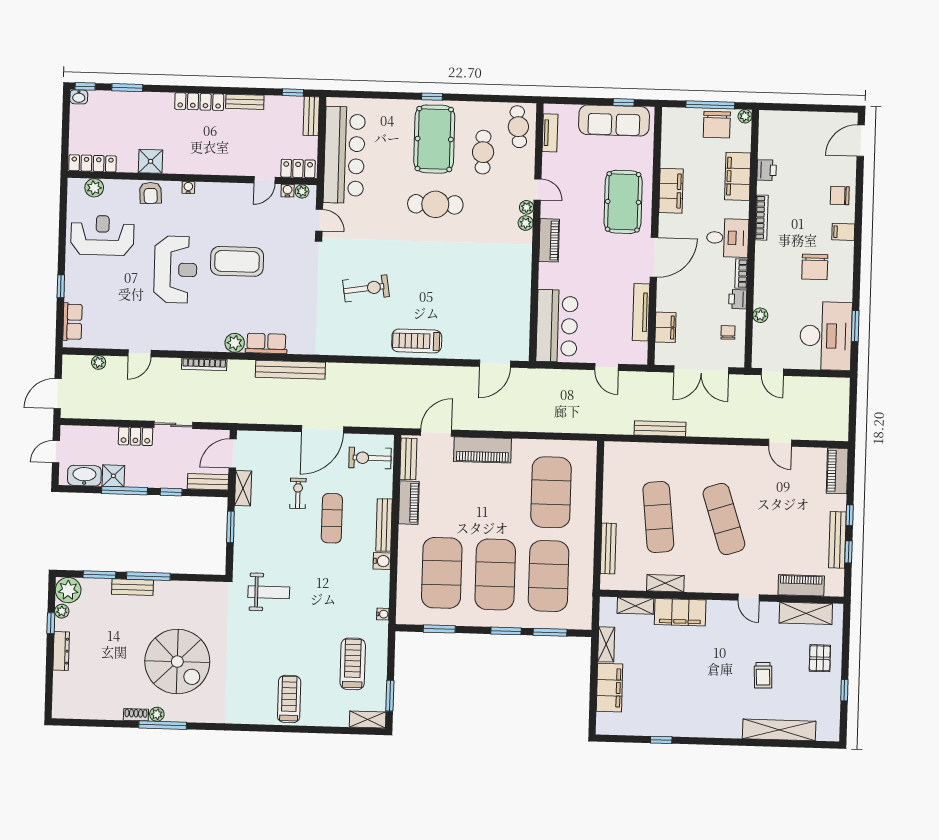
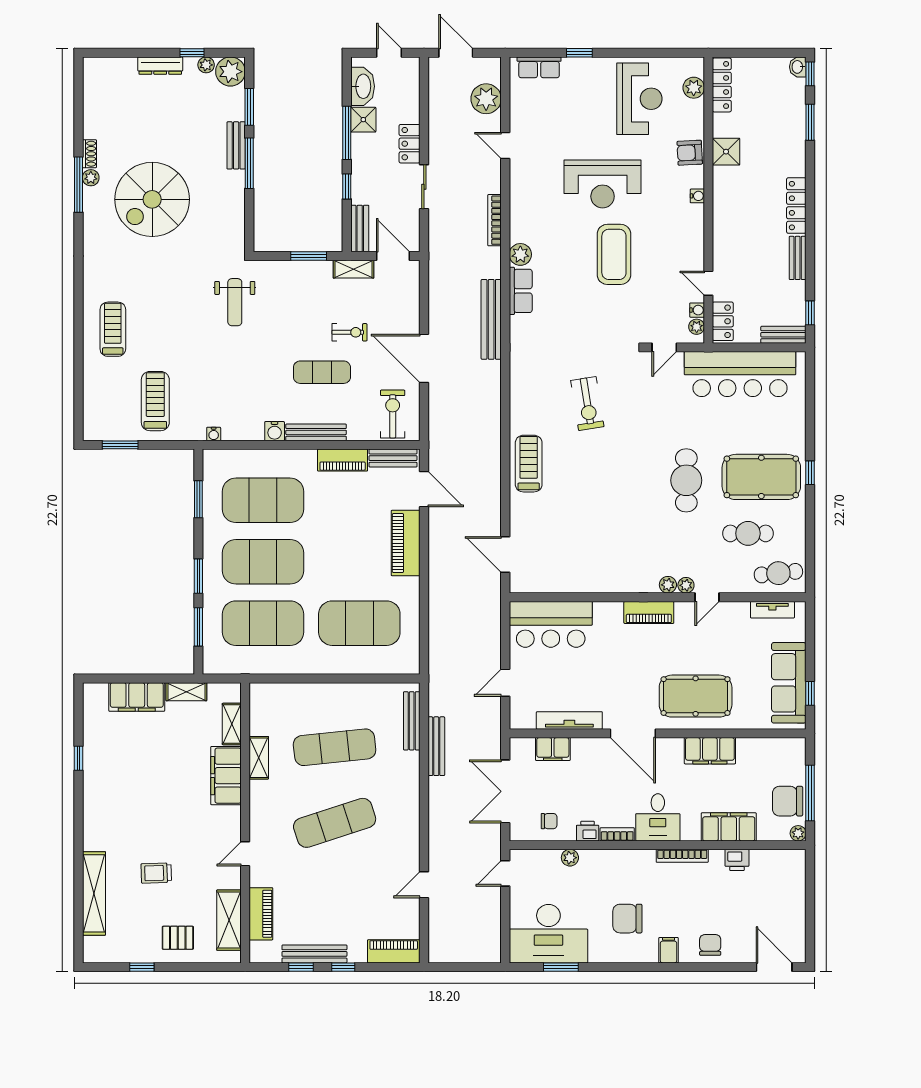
plant: (99, 362) -> (486, 99), width x1.88, depth x1.88
bench: (608, 548) -> (412, 721), moved, turned 90
treadmill: (353, 664) -> (155, 401), turned -90
treadmill: (289, 699) -> (113, 329), turned -90
shelving: (368, 720) -> (92, 420), removed

